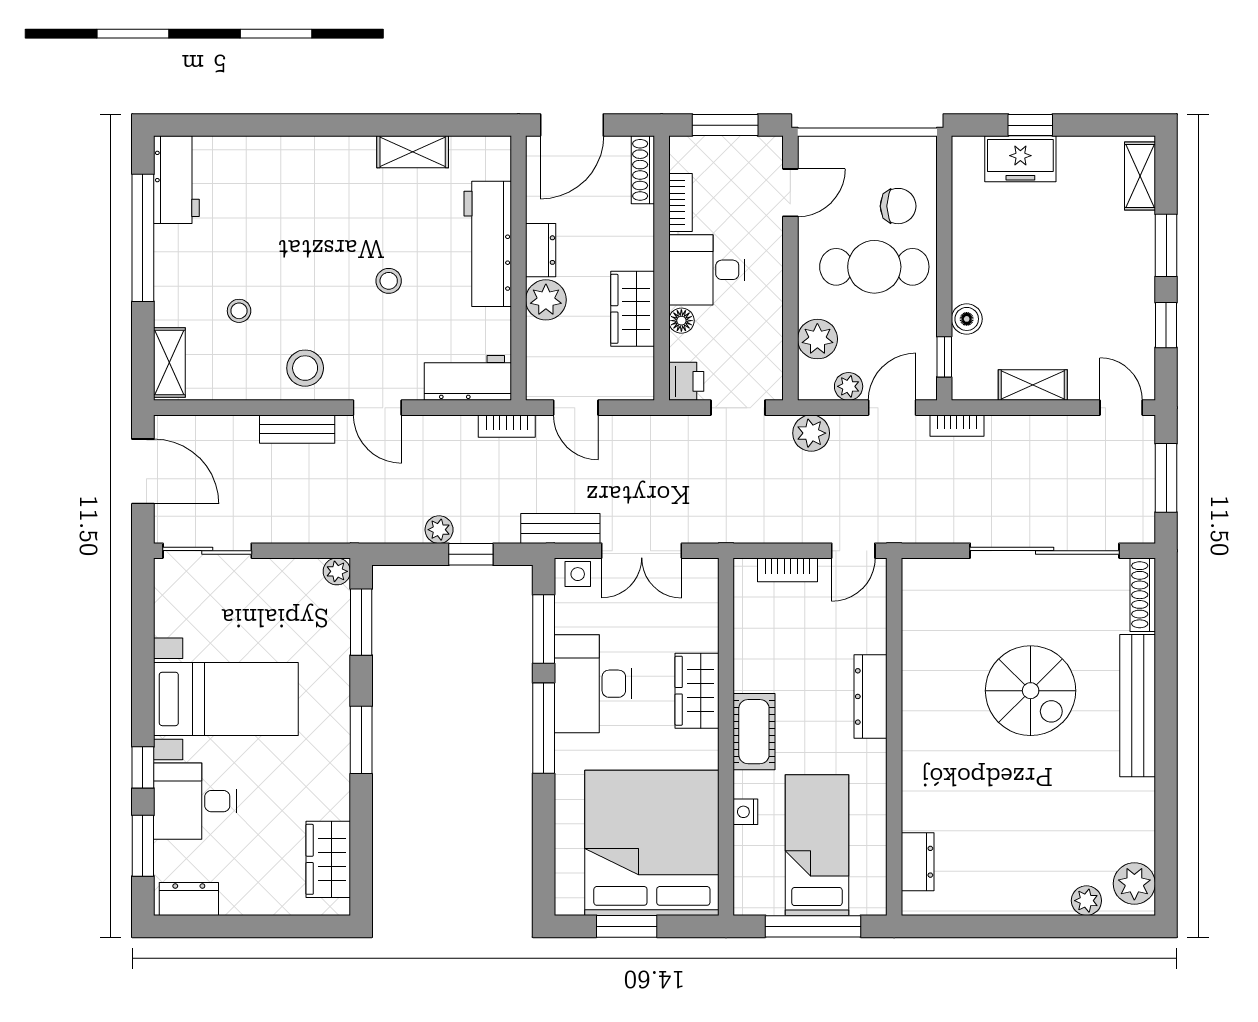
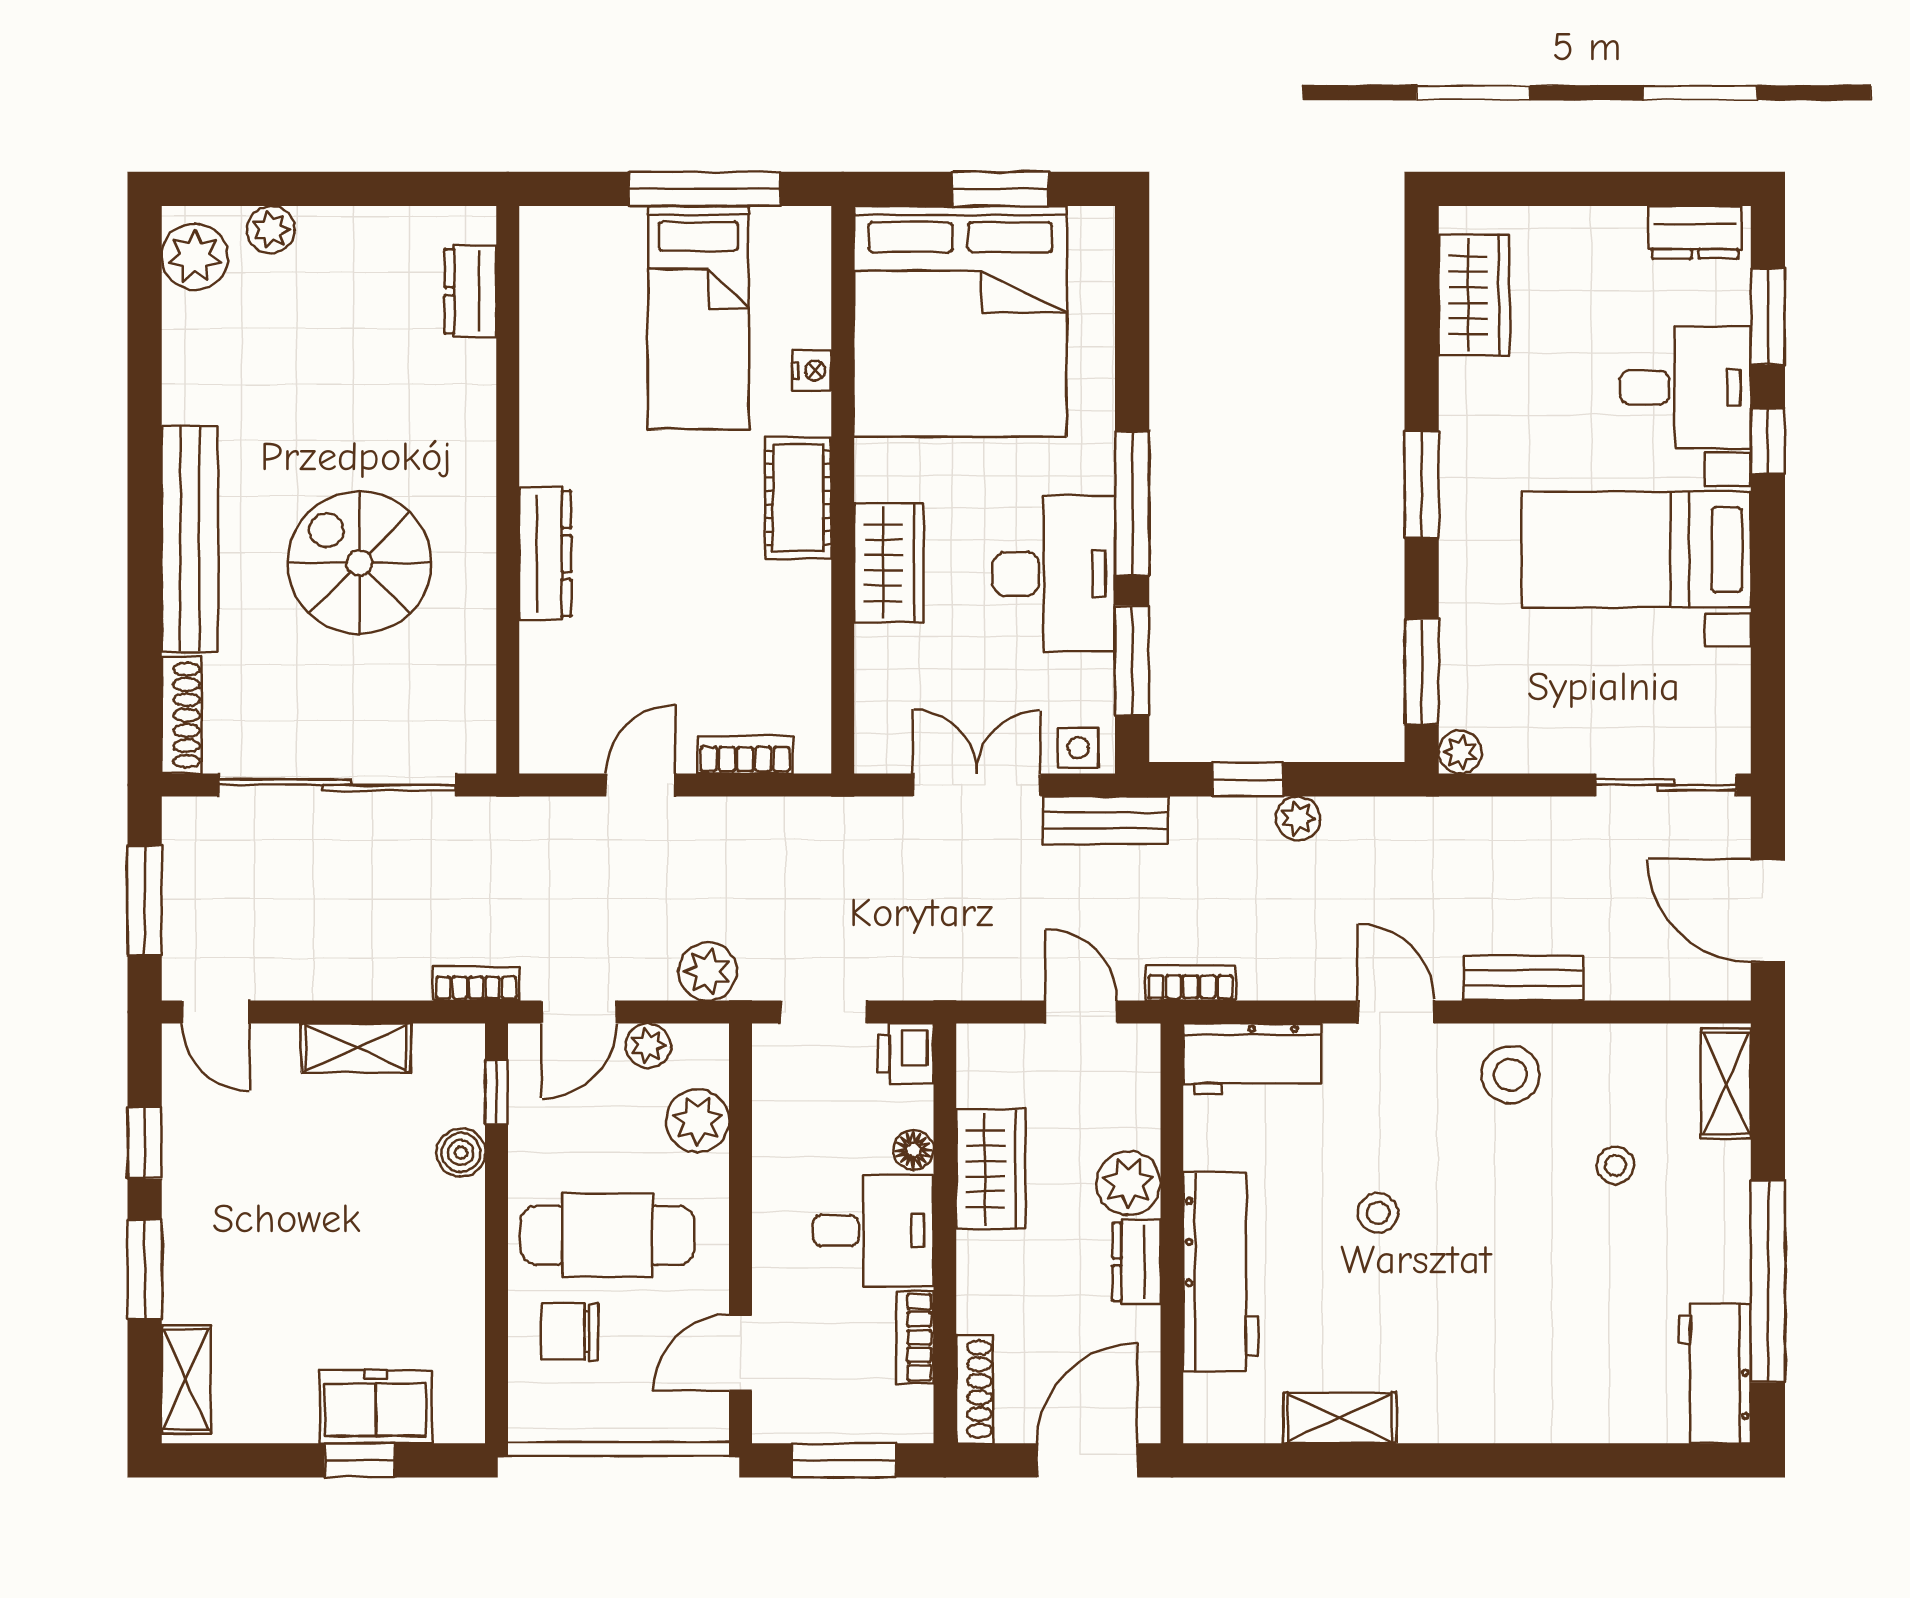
dresser: (871, 696) -> (545, 554), moved
wall: (894, 737) -> (508, 490), moved
dresser: (918, 862) -> (471, 291), moved

